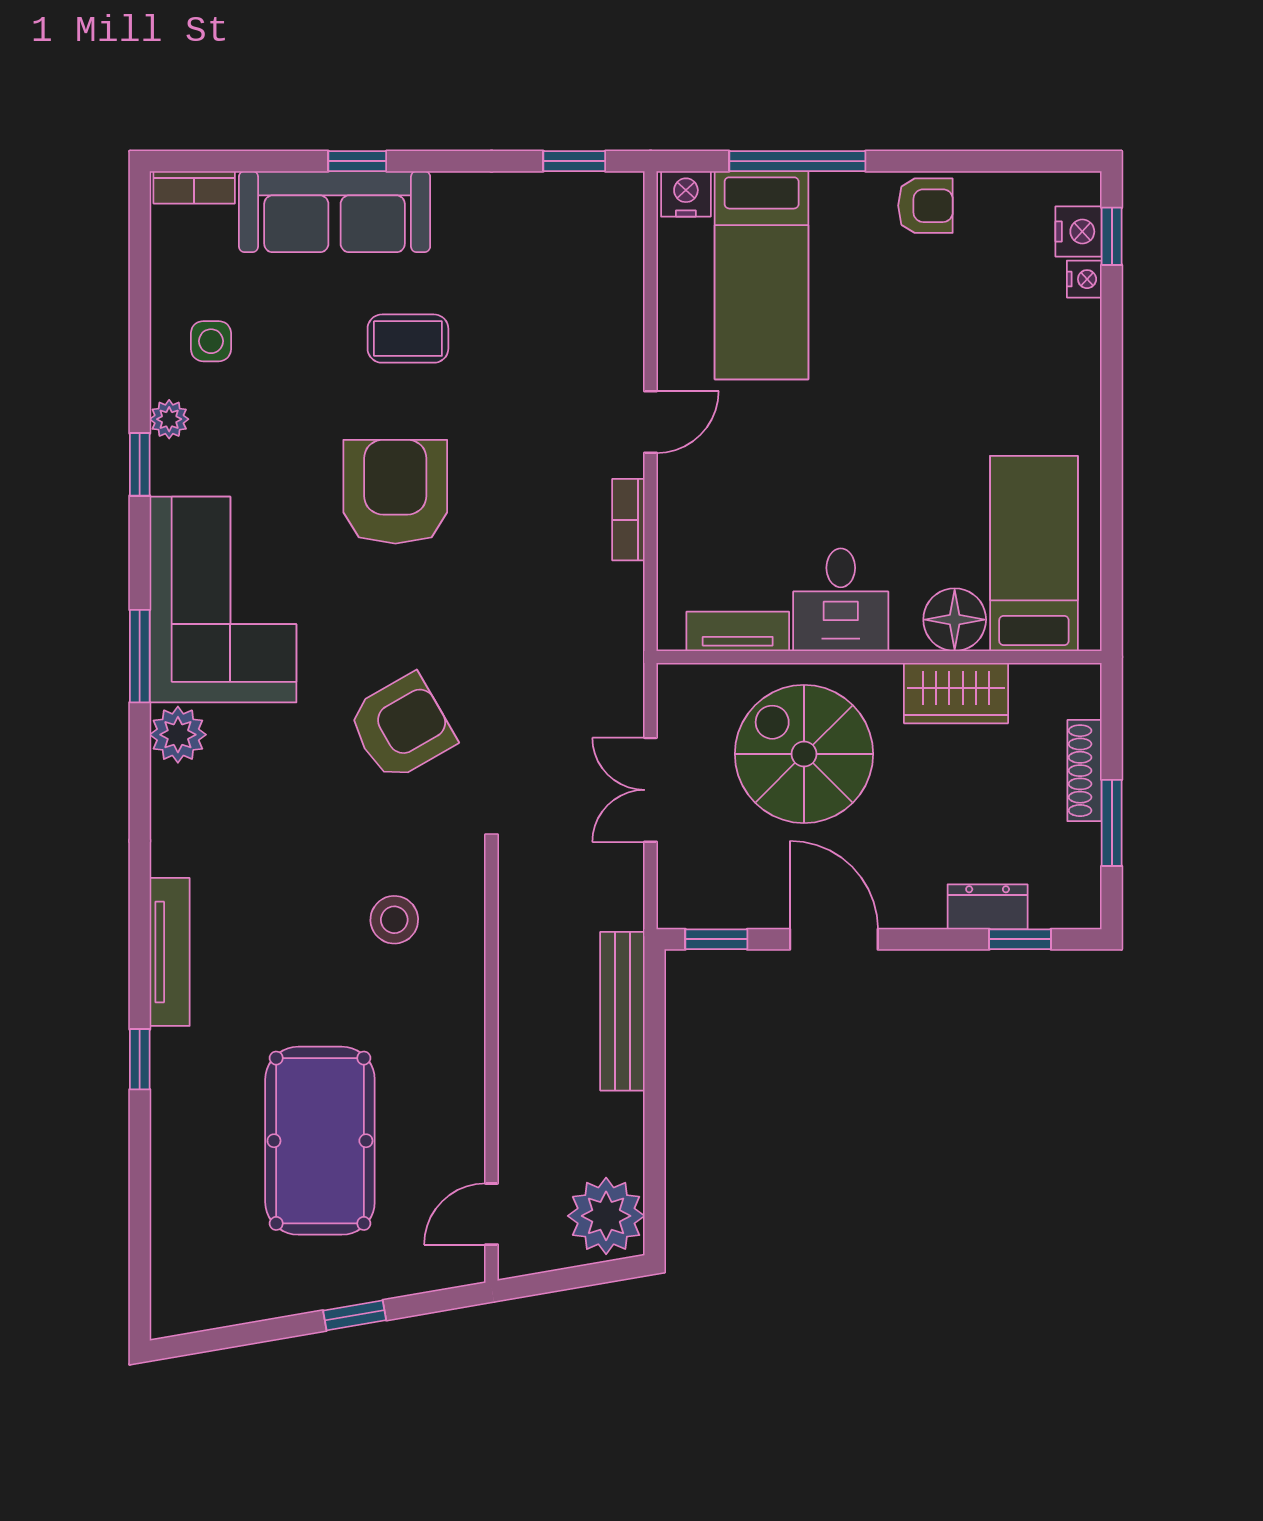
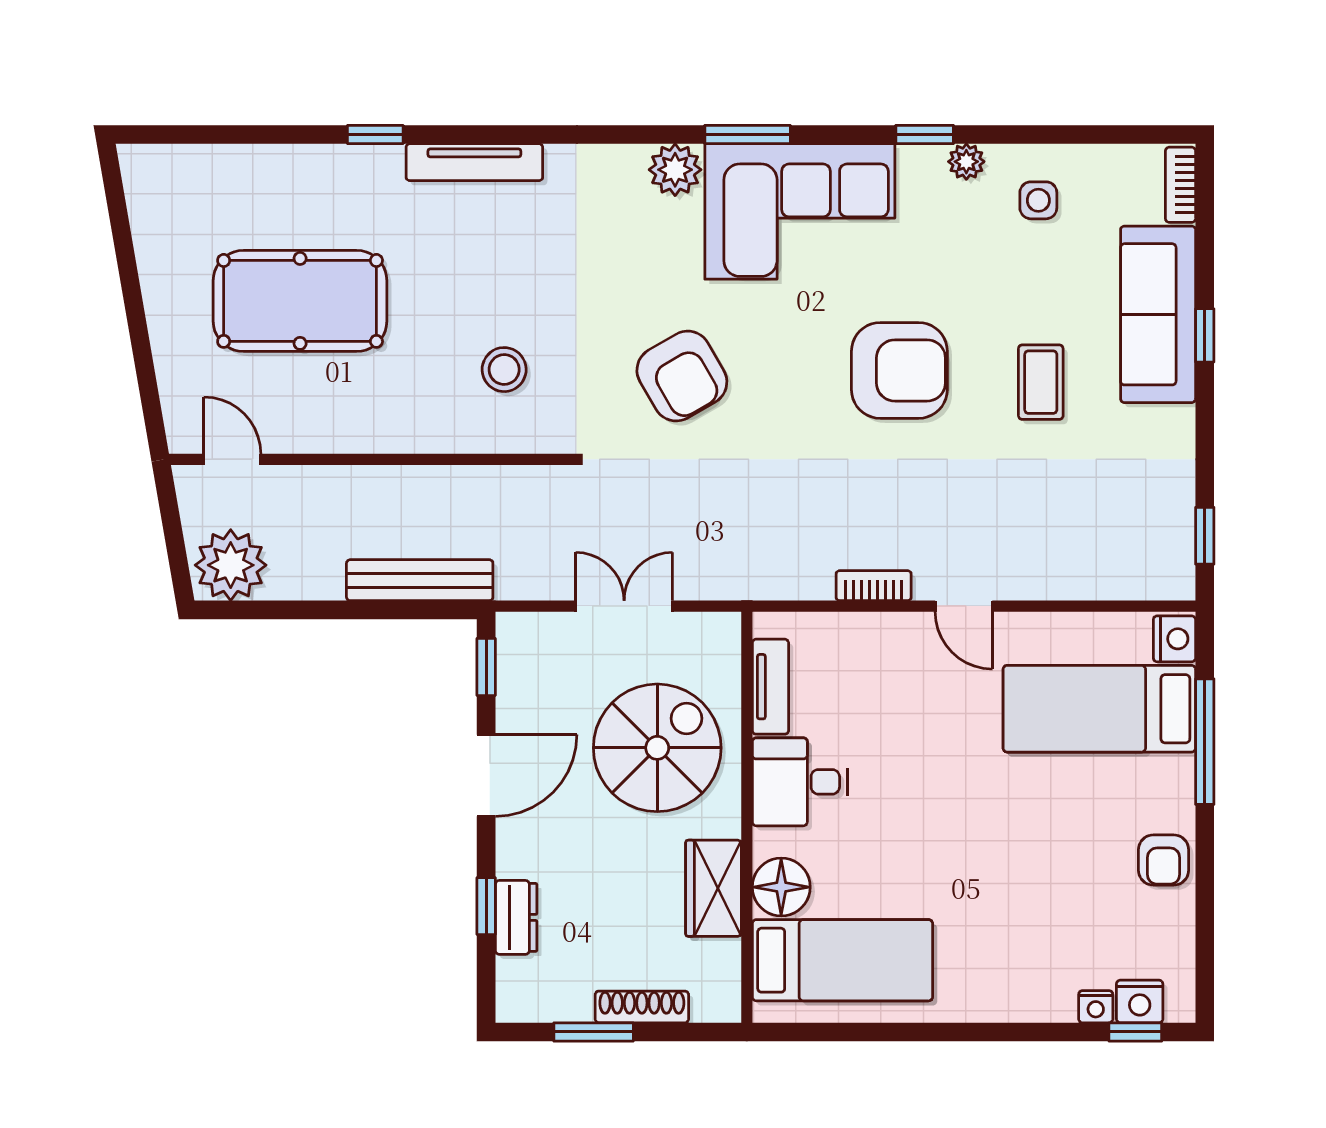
window: (1020, 939) -> (486, 906), moved
window: (355, 1315) -> (139, 333), removed

